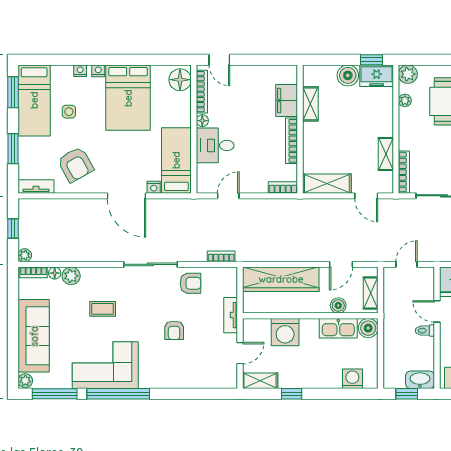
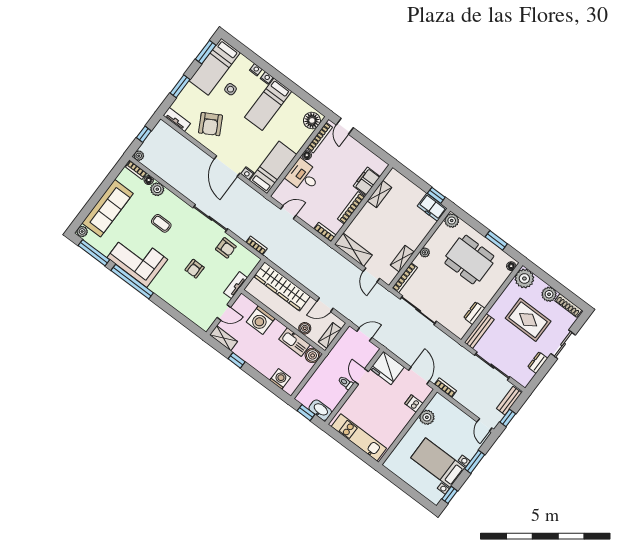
boiler: (348, 75) -> (415, 194), removed
bed: (128, 98) -> (268, 104), width x0.67
plant: (405, 100) -> (425, 252), moved

